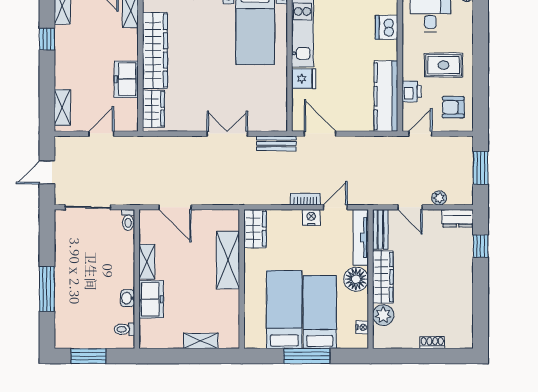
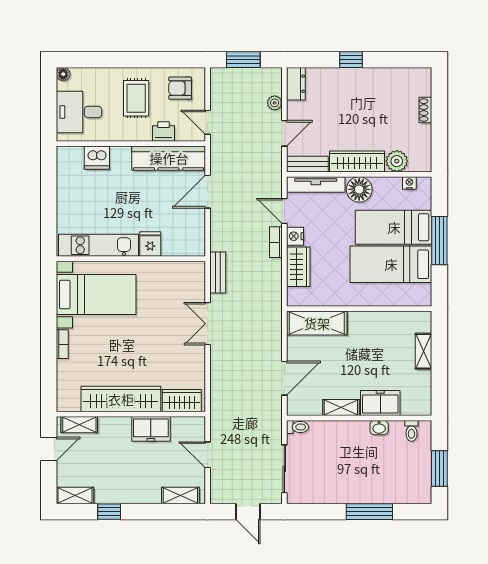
armchair: (453, 107) -> (180, 88), turned 90
door: (320, 134) -> (208, 192), moved
wardrobe: (255, 229) -> (298, 267), moved, turned 90
window: (481, 246) -> (351, 60), moved
shelving: (228, 260) -> (317, 323), moved

